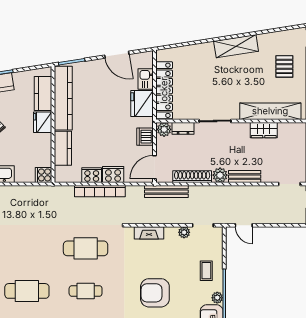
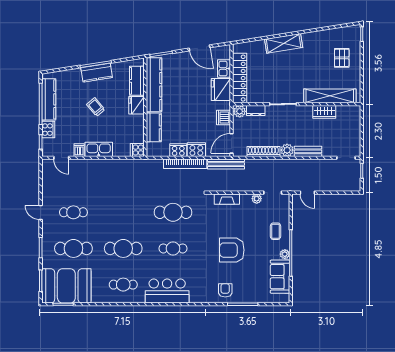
shelving: (236, 46) -> (284, 43), moved
bench: (166, 191) -> (226, 164), moved

